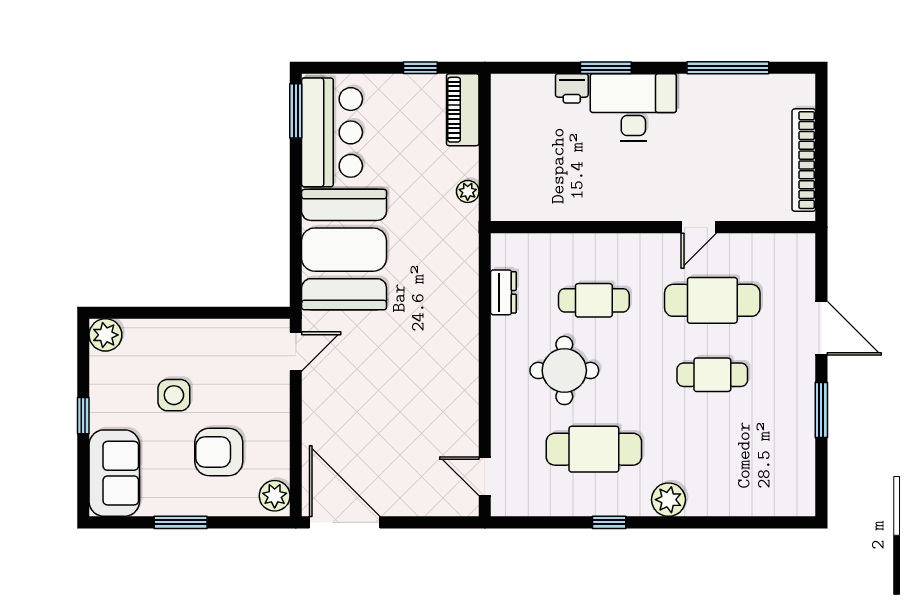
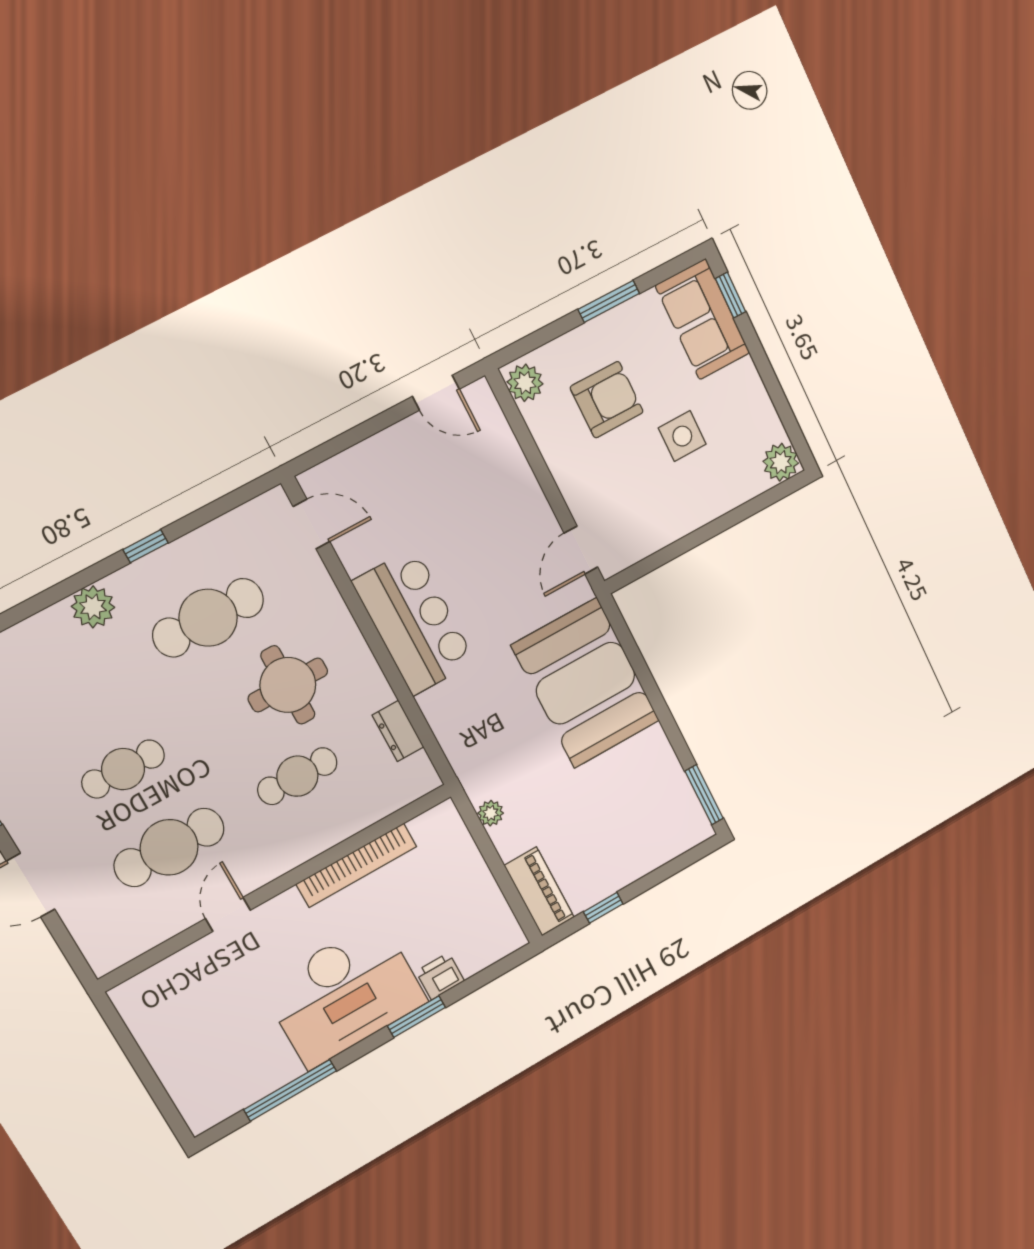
desk: (633, 107) -> (344, 994), width x1.36, depth x1.30
bar counter: (332, 132) -> (414, 622), moved, turned 180
bookcase: (804, 160) -> (357, 865), moved, turned 90
window: (83, 416) -> (731, 295), moved
door: (345, 522) -> (436, 393), width x0.53

